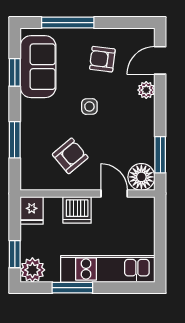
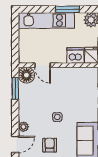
armchair: (102, 59) -> (50, 145), turned -97
armchair: (70, 156) -> (69, 88), removed
dishwasher: (77, 210) -> (75, 55), moved

